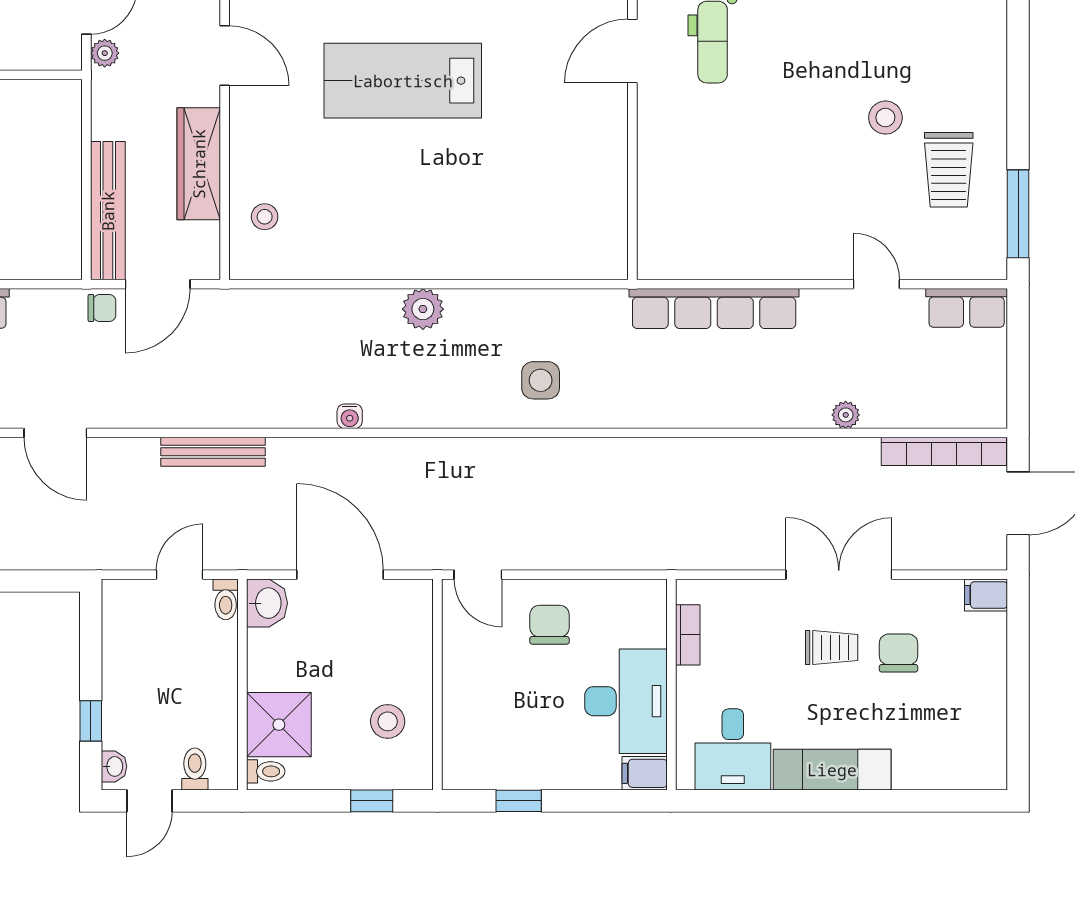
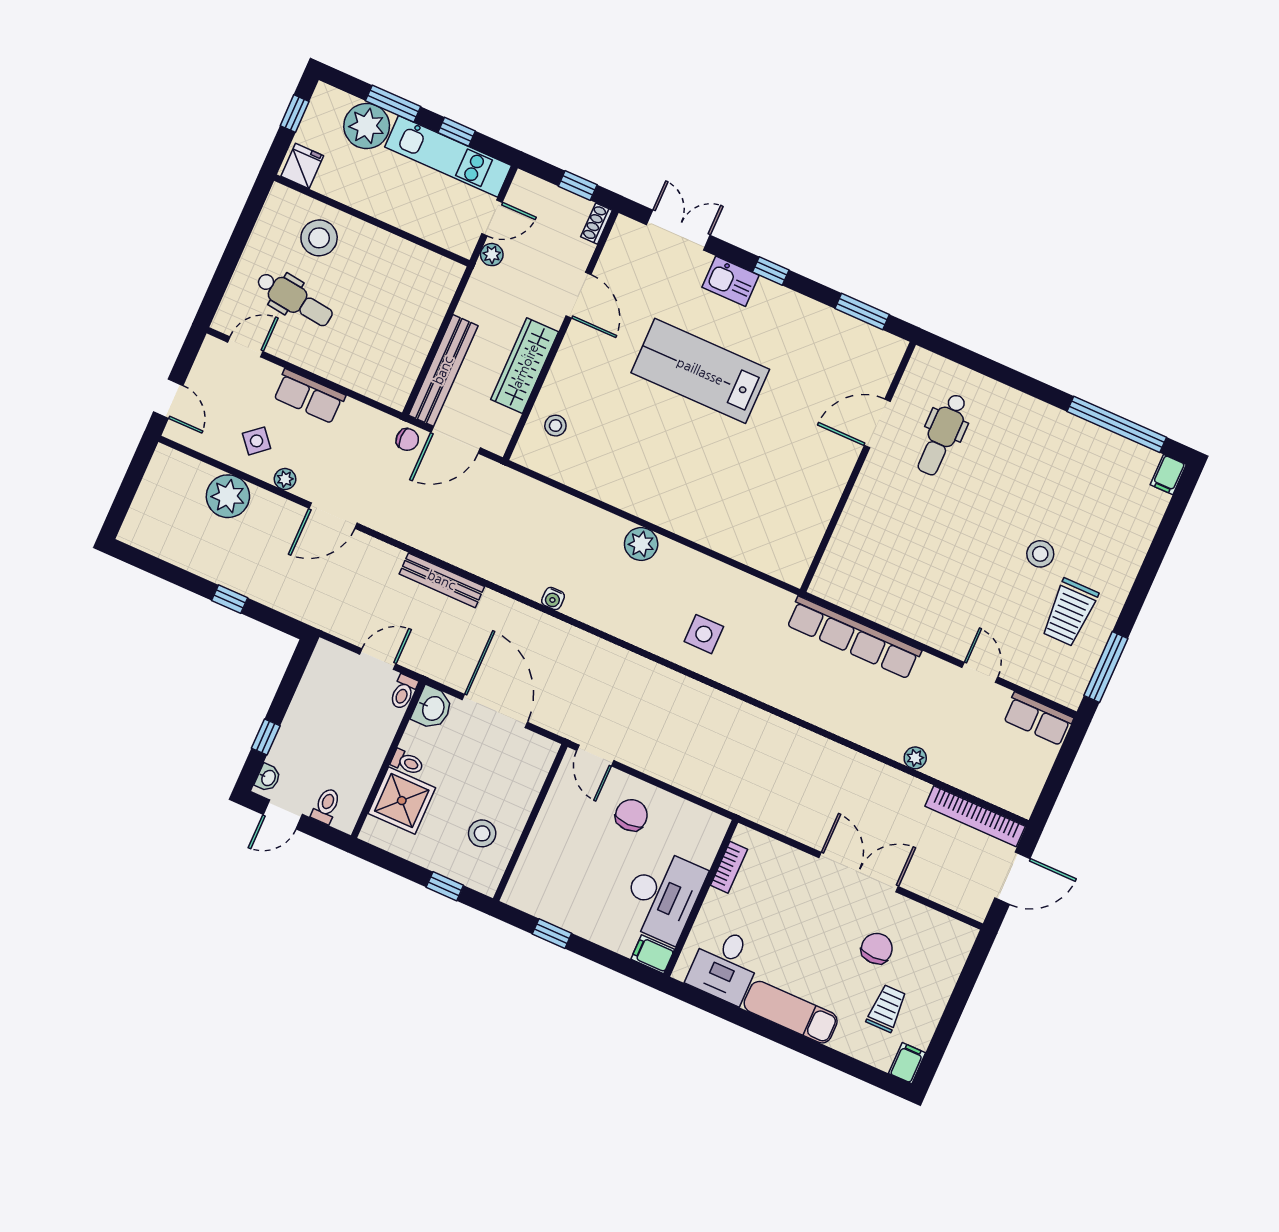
door: (55, 433) -> (333, 516), hinge flipped
filing cabinet: (986, 595) -> (907, 1063), moved, turned 90
trolley: (832, 647) -> (887, 1008), moved, turned -90
toilet: (266, 771) -> (407, 762), moved

